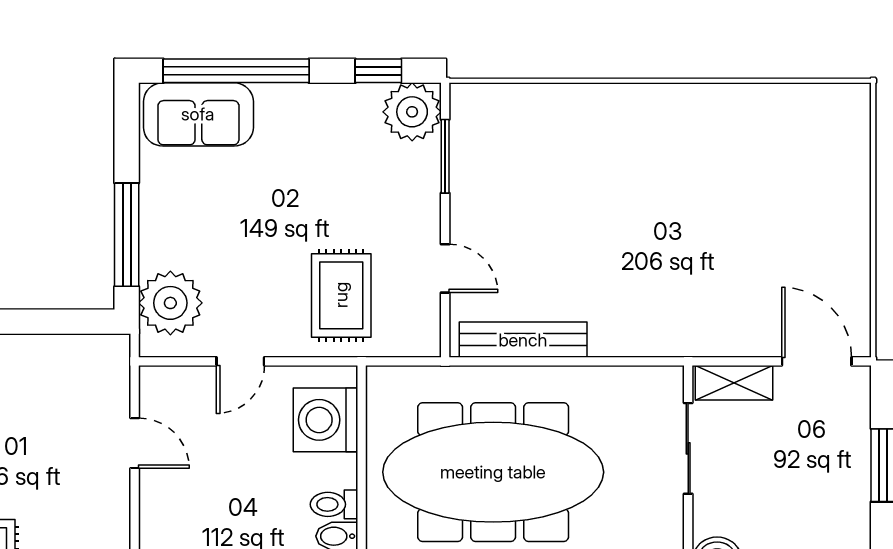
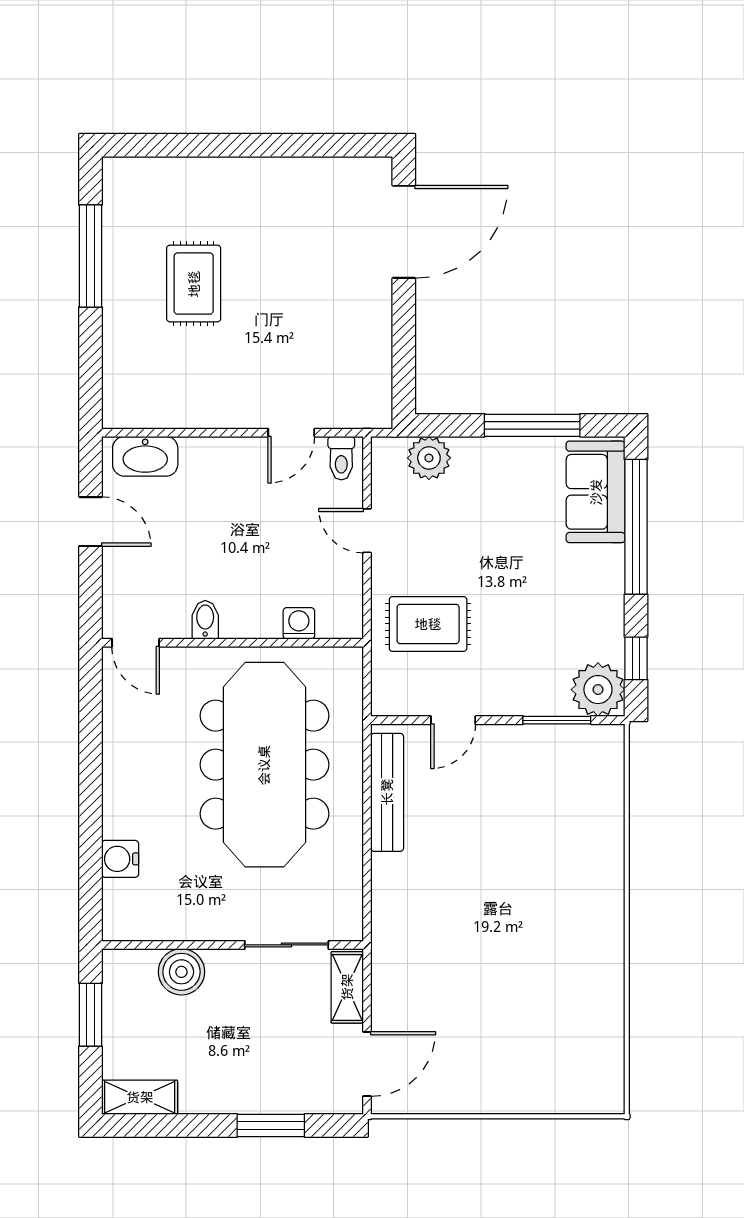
window: (127, 235) -> (532, 425), moved
plant: (170, 303) -> (429, 458), width x0.73, depth x0.73
washing machine: (326, 420) -> (299, 623), width x0.53, depth x0.53
toilet: (334, 504) -> (341, 458), moved, turned 180

